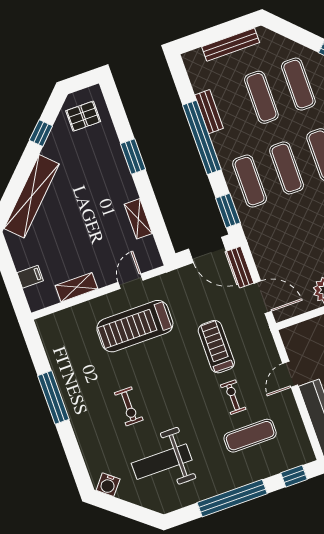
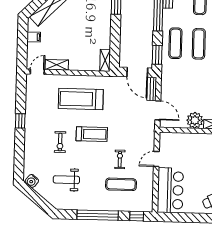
shelving: (138, 219) -> (105, 60), moved
filing cabinet: (30, 277) -> (34, 37), moved
door: (131, 281) -> (37, 72), moved
treadmill: (216, 347) -> (92, 134), moved, turned 90
window: (53, 397) -> (20, 121), width x0.46
weight bench: (162, 462) -> (66, 180), width x0.73, depth x0.75

